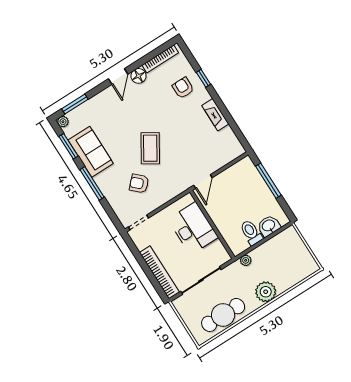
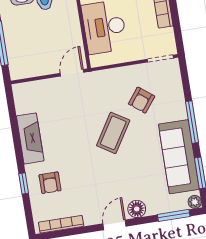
floor lamp: (138, 76) -> (137, 209), moved
fireplace: (215, 115) -> (30, 138), width x1.37, depth x1.32
sofa: (91, 152) -> (179, 157), width x1.36
armchair: (139, 184) -> (142, 100), turned 84

